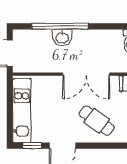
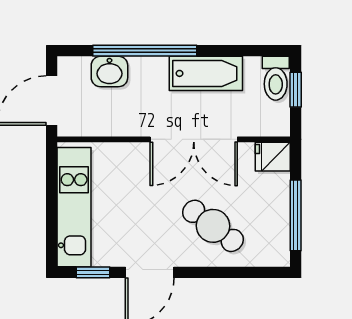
washbasin: (62, 38) -> (109, 71), moved
bathtub: (93, 39) -> (206, 73), added

